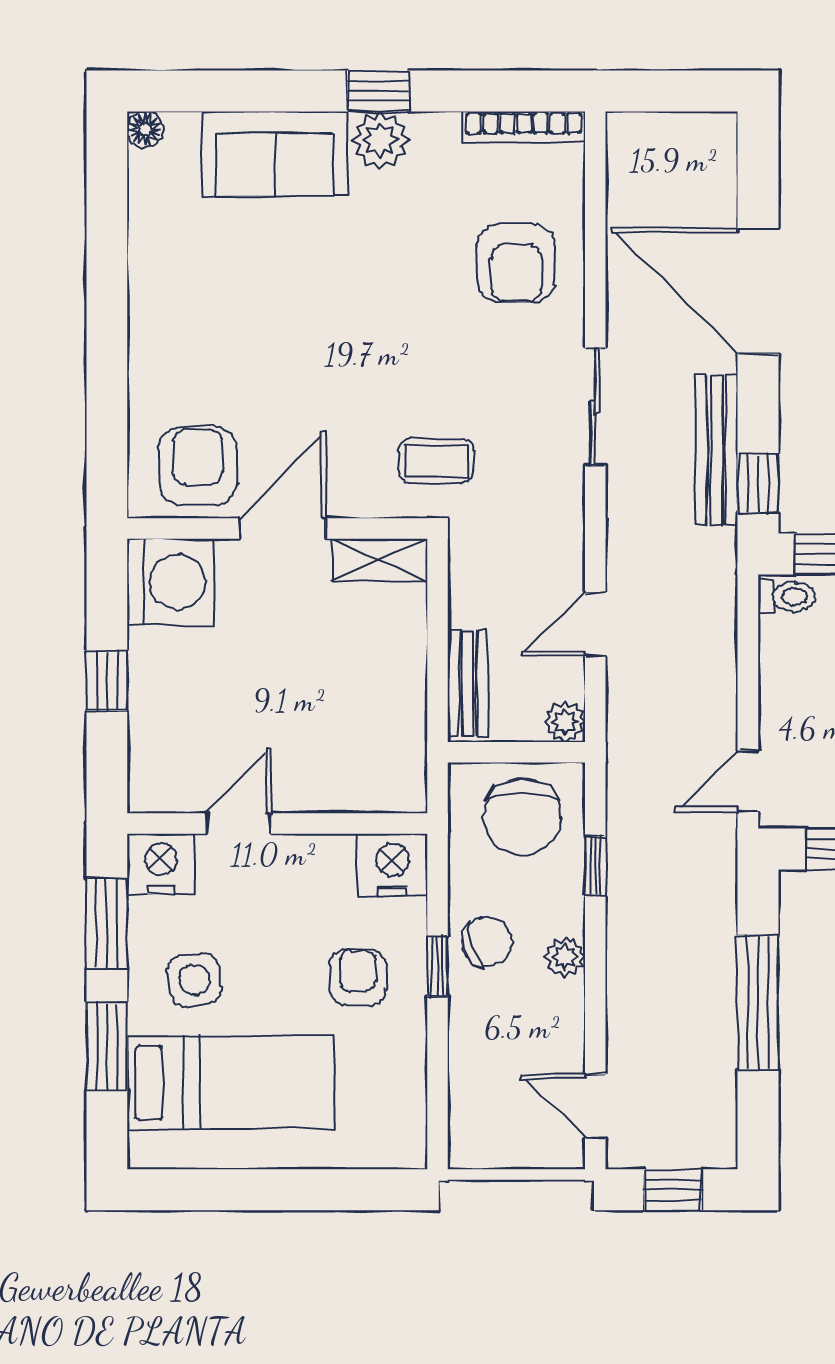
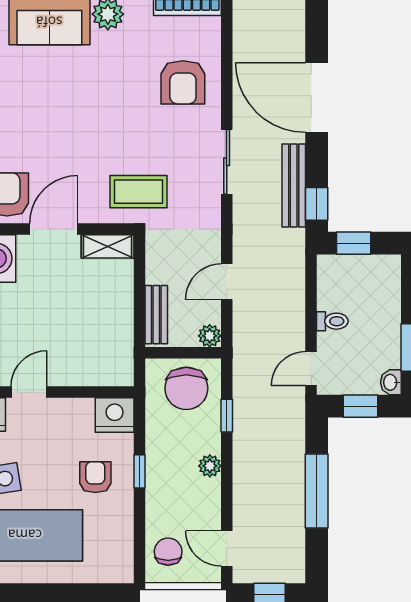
coffee table: (436, 461) -> (138, 192), width x1.36, depth x1.30
toilet: (786, 597) -> (332, 321), moved
chair: (487, 942) -> (168, 552), moved, turned -73

